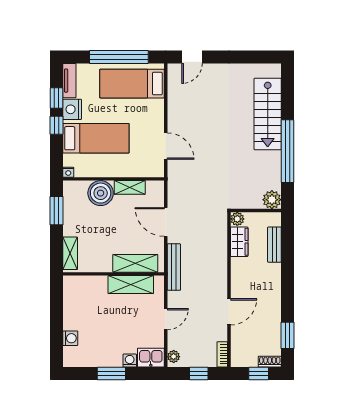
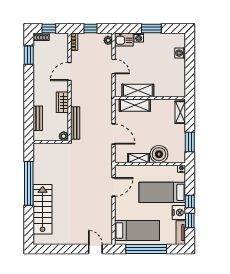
door: (192, 57) -> (95, 249), hinge flipped
door: (166, 146) -> (114, 187), swing flipped
plant: (272, 200) -> (40, 150), removed
wardrobe: (239, 242) -> (62, 102), moved
bench: (174, 267) -> (75, 123), moved
door: (166, 319) -> (114, 66), swing flipped

